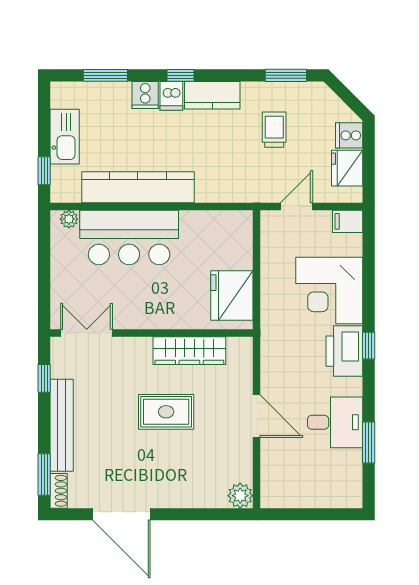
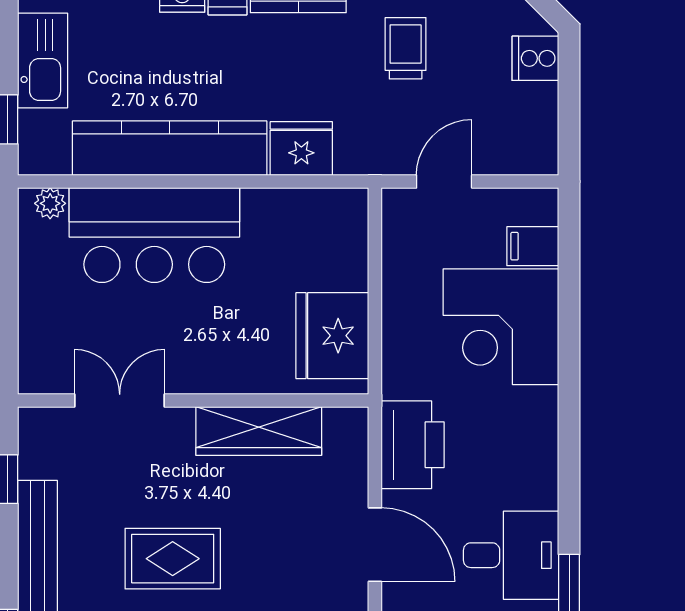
fridge: (347, 168) -> (301, 149), moved, turned 90
filing cabinet: (348, 221) -> (533, 246), moved
double door: (87, 333) -> (120, 400), moved
window: (369, 346) -> (569, 422), removed
printer: (344, 351) -> (413, 445), moved, turned 180
rug: (166, 412) -> (173, 559), moved

